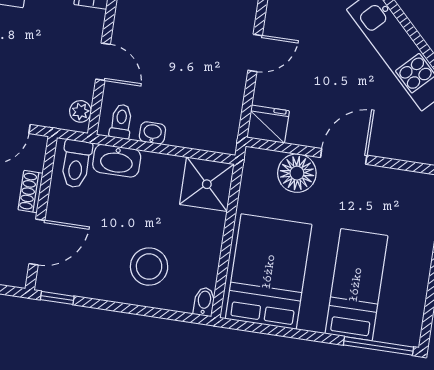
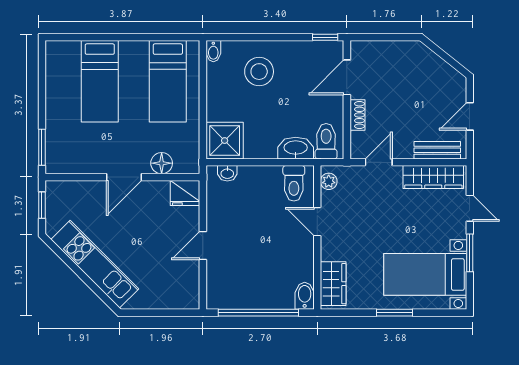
toilet: (121, 121) -> (294, 183), width x1.37, depth x1.39
washbasin: (152, 133) -> (227, 173), moved
floor lamp: (297, 173) -> (162, 163), width x0.73, depth x0.73
bed: (269, 272) -> (168, 81), width x0.67
window: (378, 346) -> (76, 37), removed

